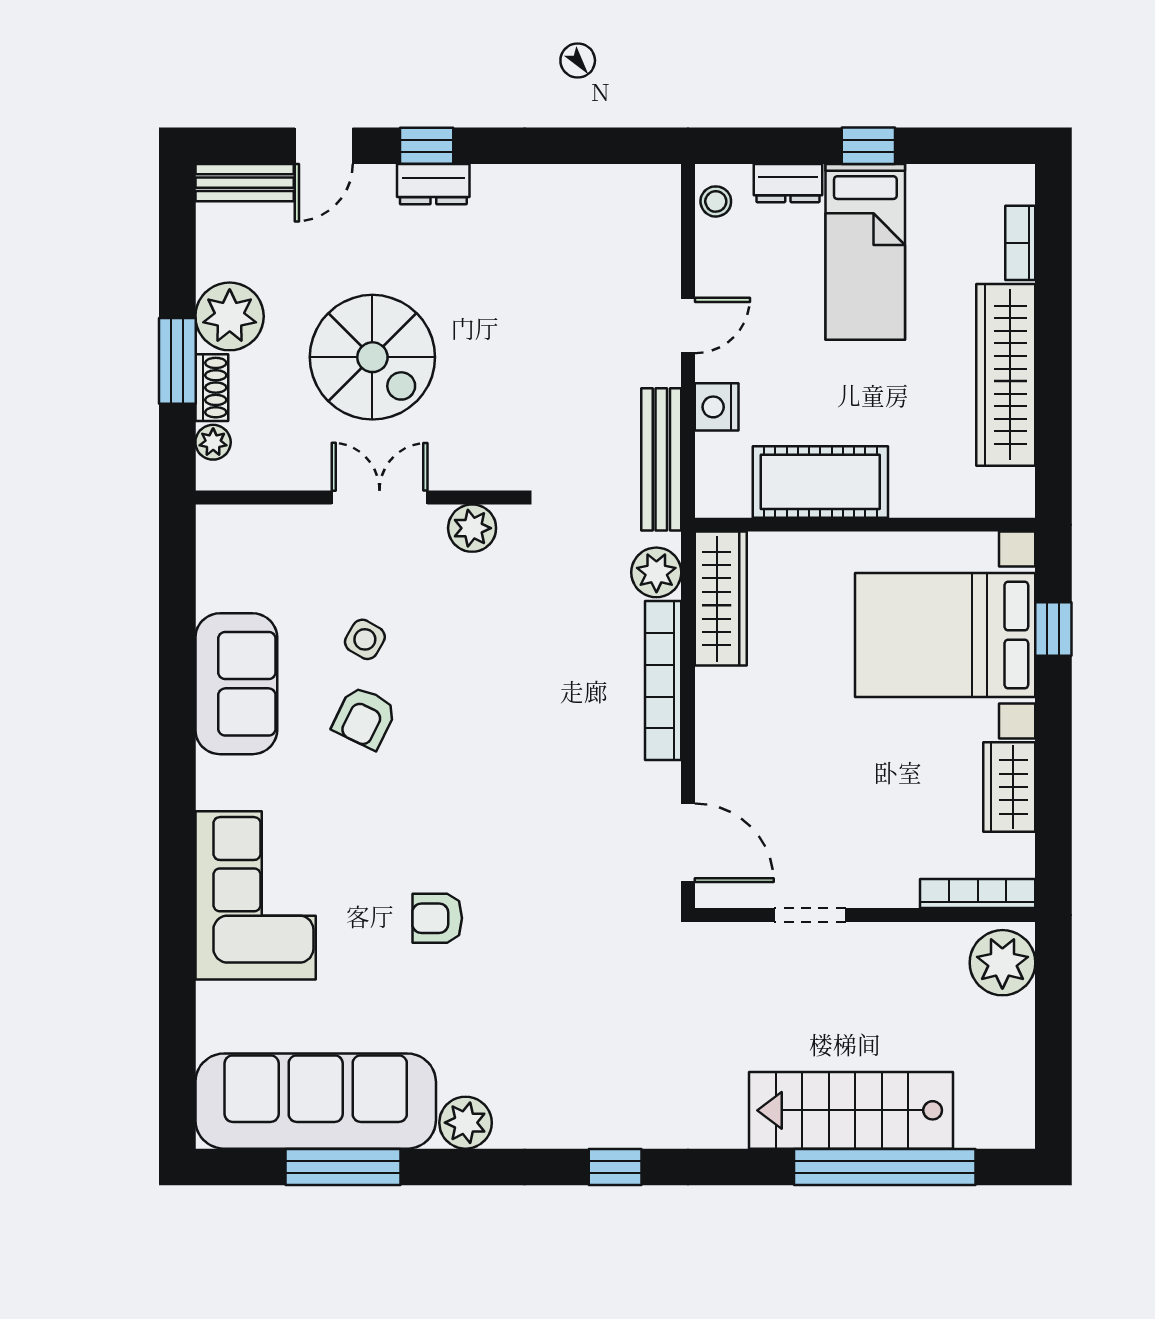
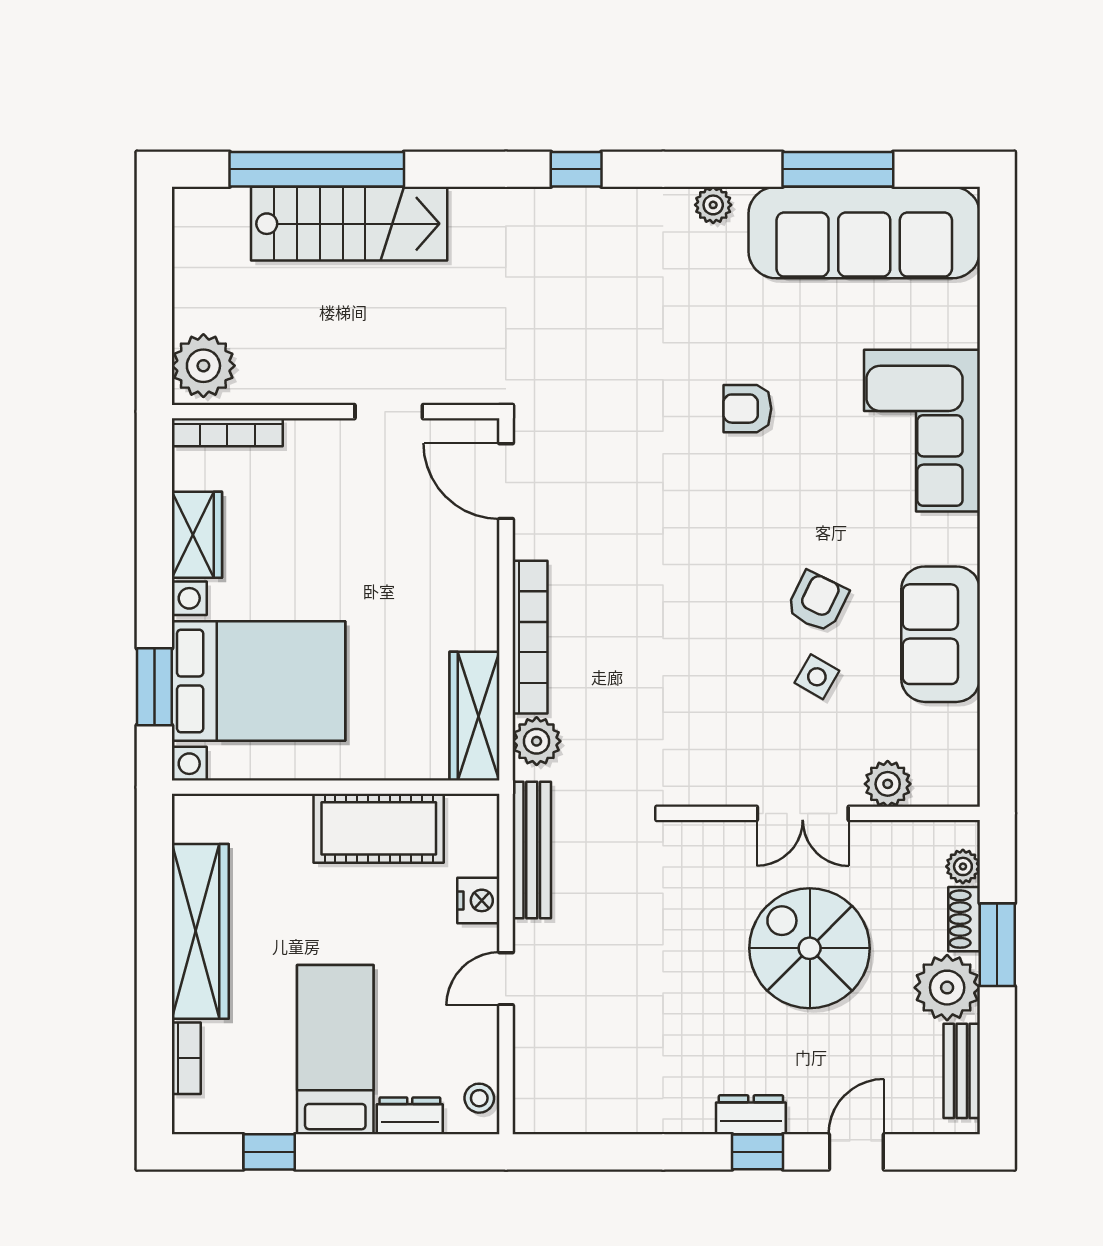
window: (868, 146) -> (269, 1152), moved
bench: (245, 183) -> (962, 1071), moved, turned 90
plant: (472, 528) -> (888, 784), moved
window: (1053, 629) -> (154, 687), width x1.50
armchair: (437, 918) -> (747, 409), turned 180
plant: (466, 1123) -> (713, 205), width x0.73, depth x0.73

